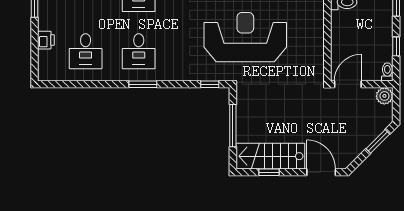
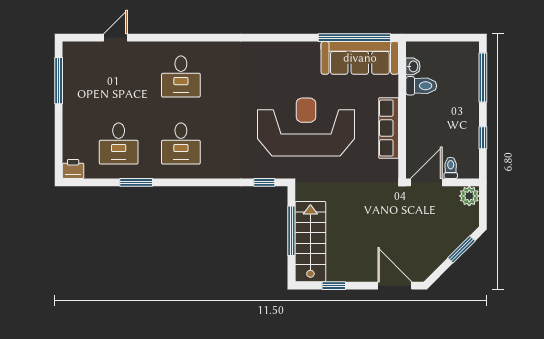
row of seats: (316, 38) -> (389, 128), added
printer: (46, 40) -> (73, 169), moved, turned -90
toilet: (387, 72) -> (451, 168), moved
window: (143, 84) -> (136, 182), moved
stairs: (270, 156) -> (310, 242), moved, turned 90

